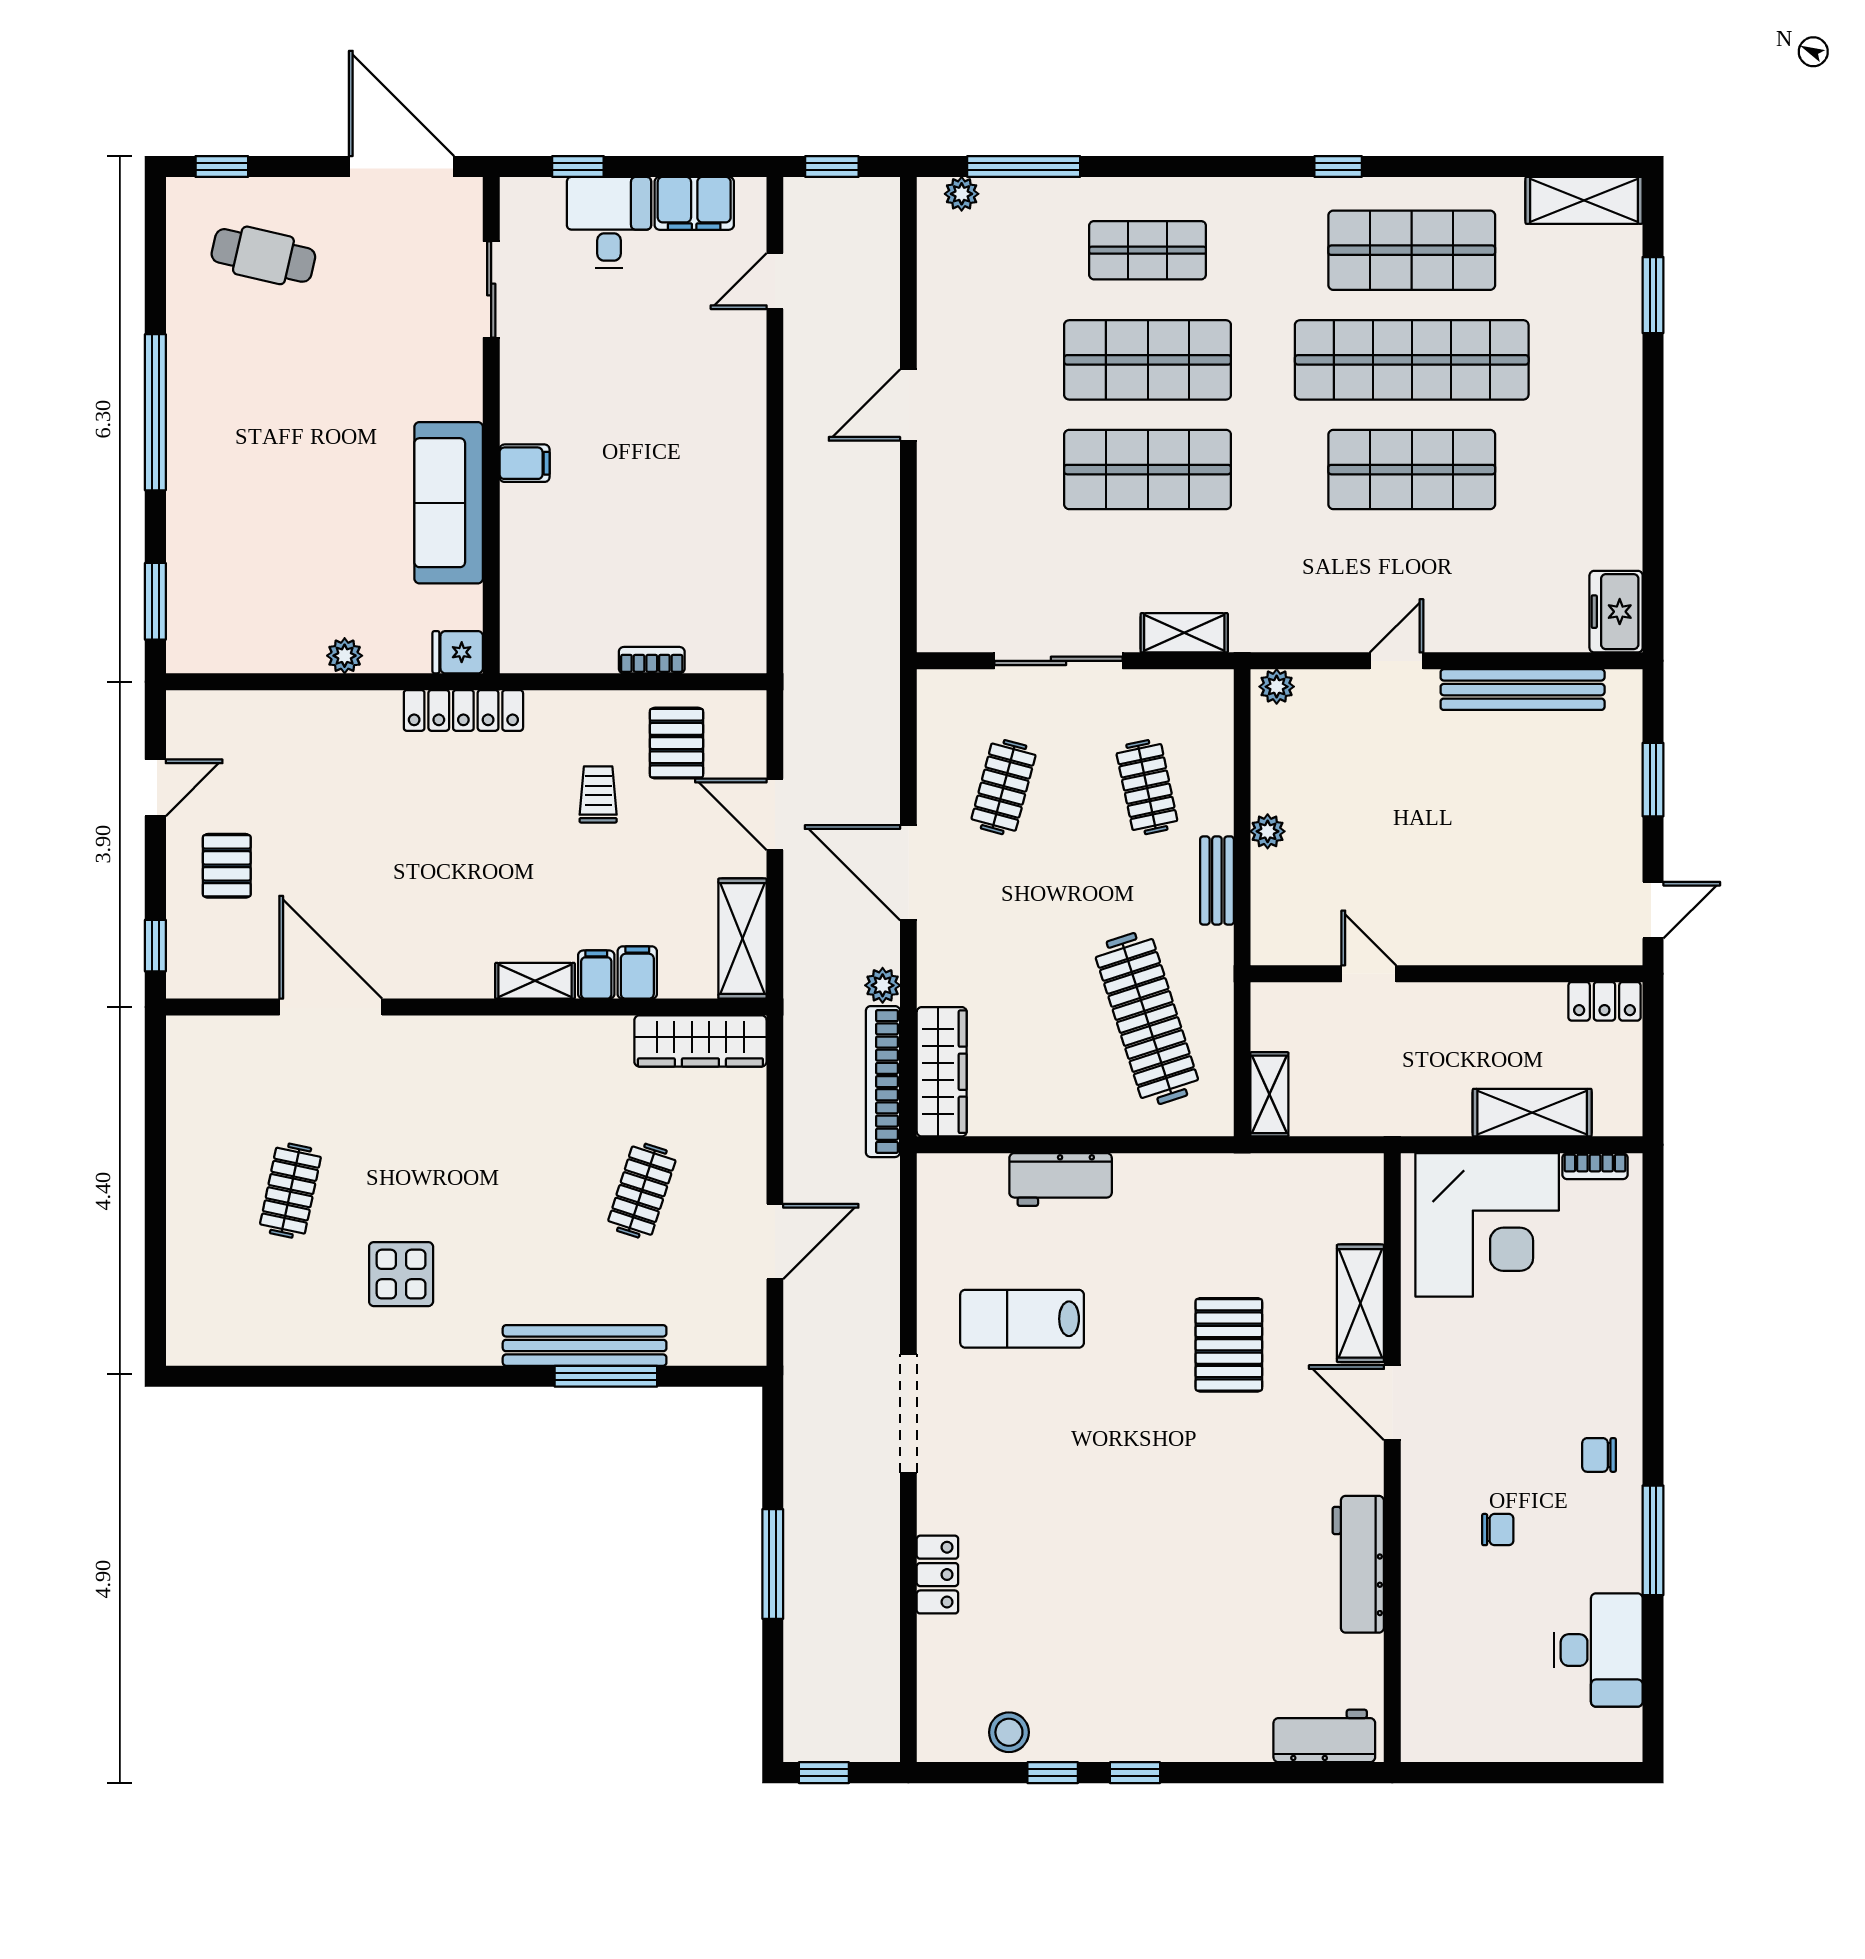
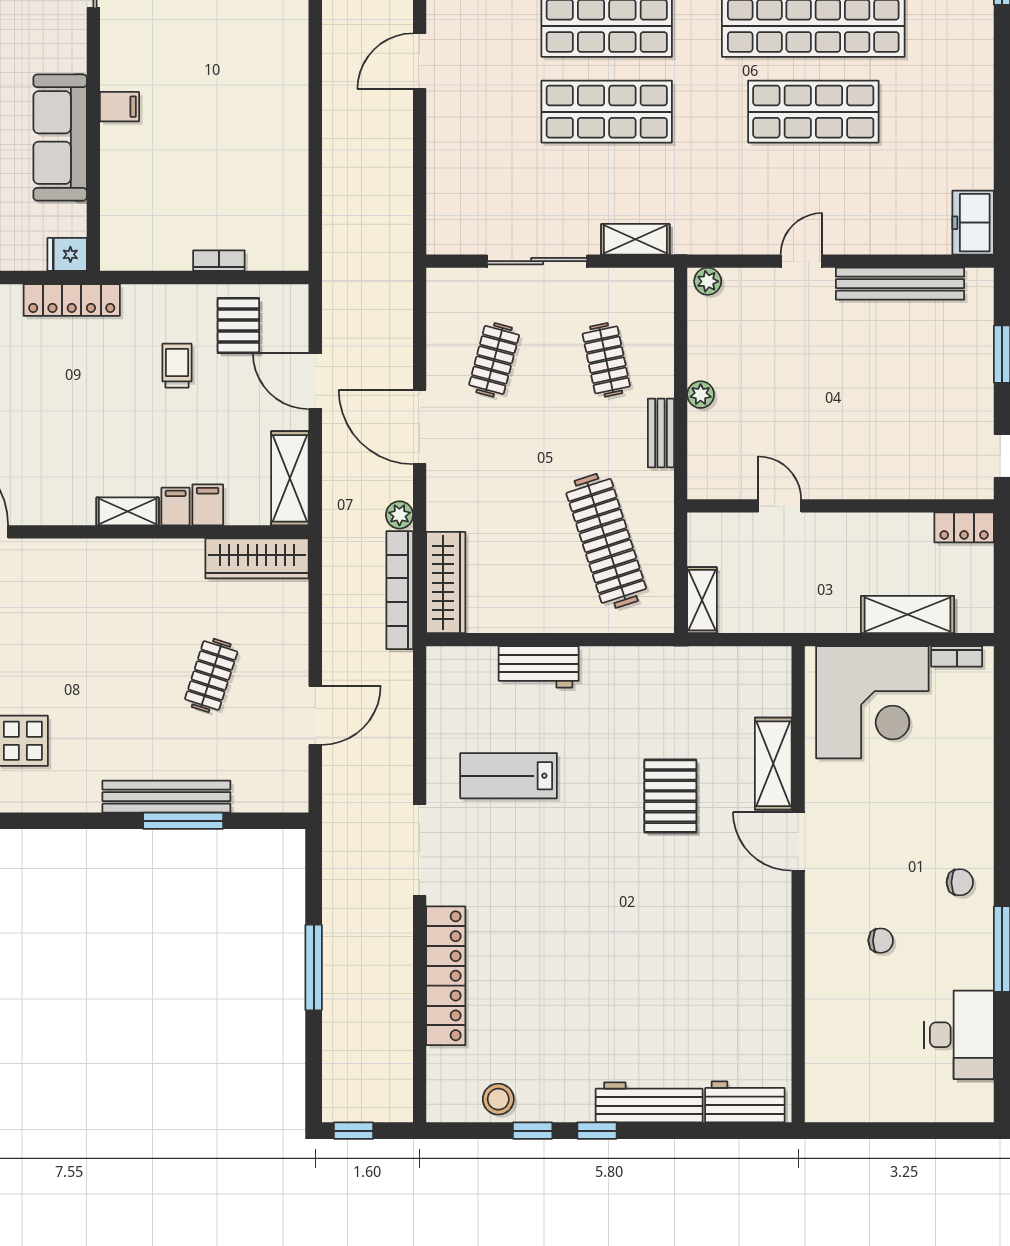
chair: (1599, 1455) -> (960, 882), turned 180
workbench: (1358, 1564) -> (649, 1102), moved, turned 90
locker: (937, 1575) -> (446, 976), width x2.16, depth x1.21

